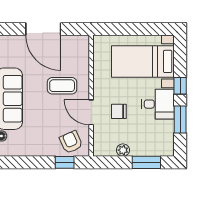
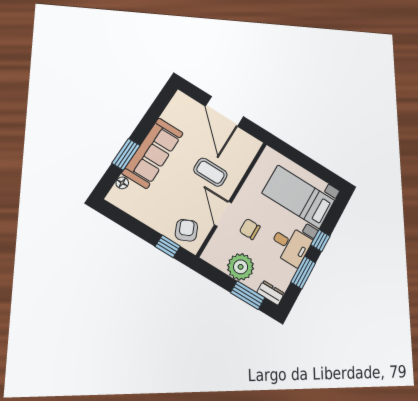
plant: (123, 150) -> (241, 267), width x1.88, depth x1.88
dresser: (163, 150) -> (271, 293), added

